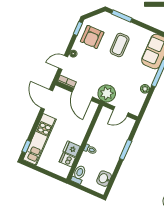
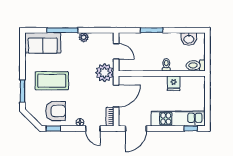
coffee table: (120, 45) -> (52, 81), width x1.36, depth x1.32
dishwasher: (67, 160) -> (186, 83), removed

